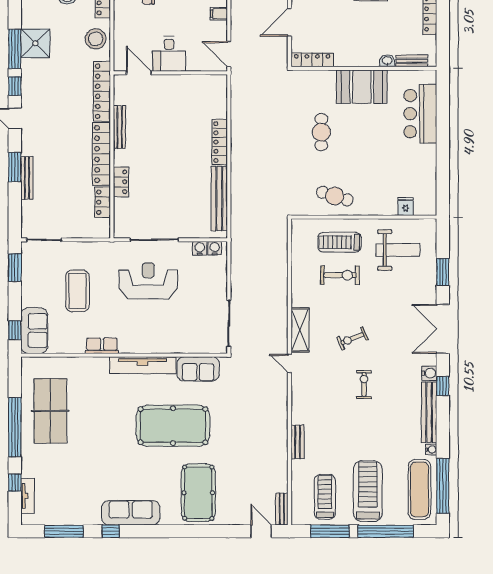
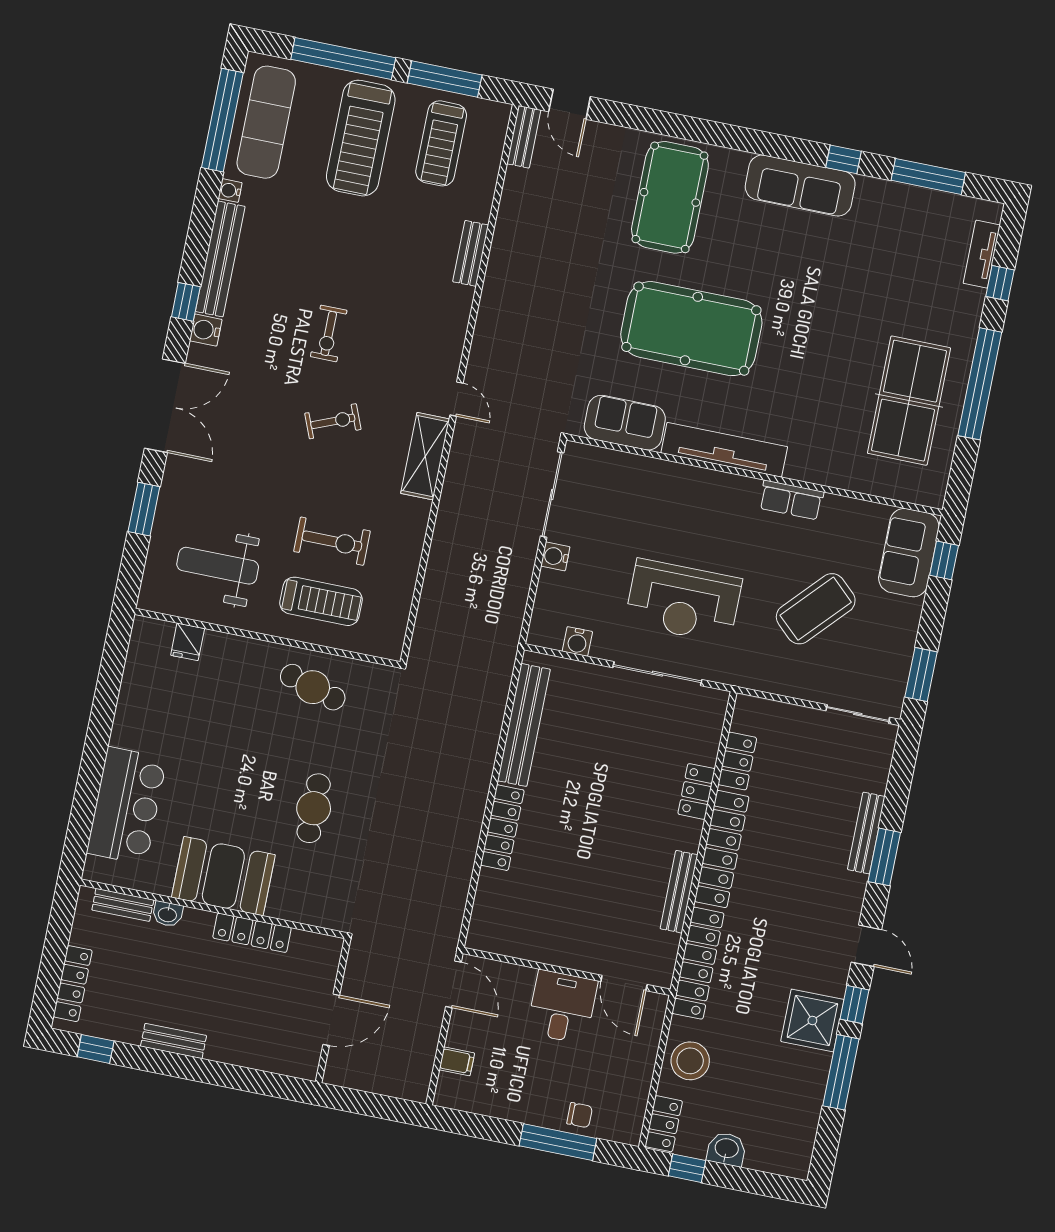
shower: (35, 43) -> (812, 1020), moved
locker: (312, 60) -> (252, 933), moved
water cooler: (215, 248) -> (555, 556), moved, turned 90
exercise bike: (340, 275) -> (332, 541), turned 180
coffee table: (77, 291) -> (816, 609), turned 43

